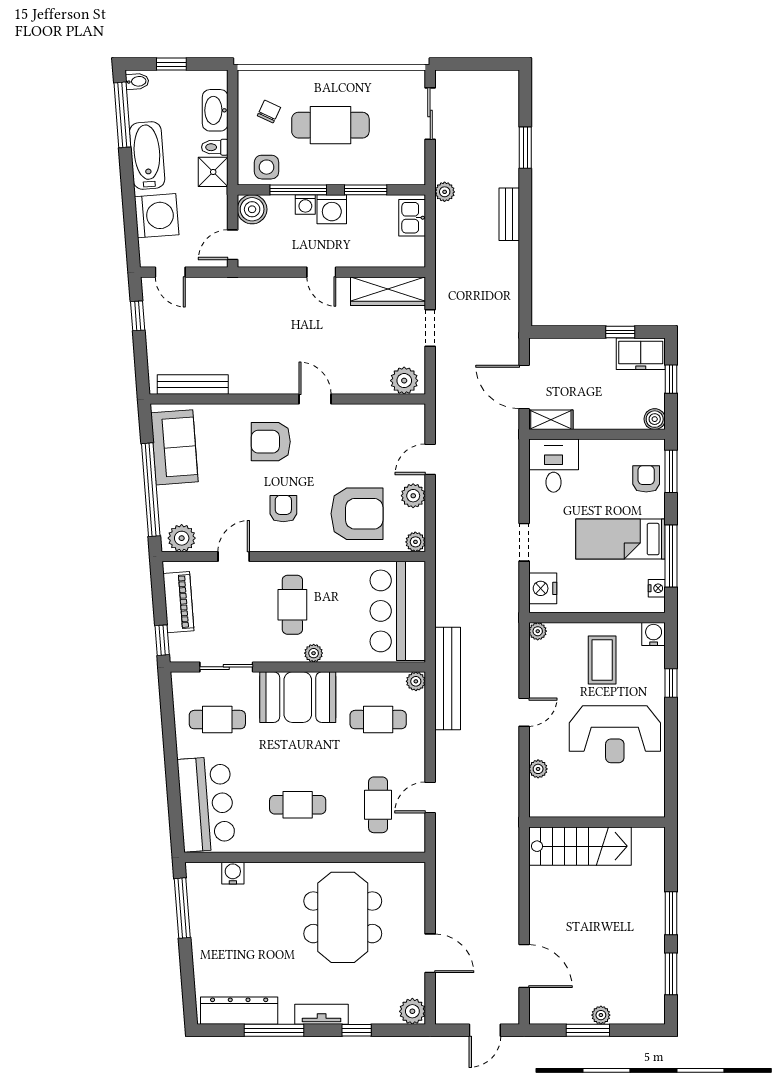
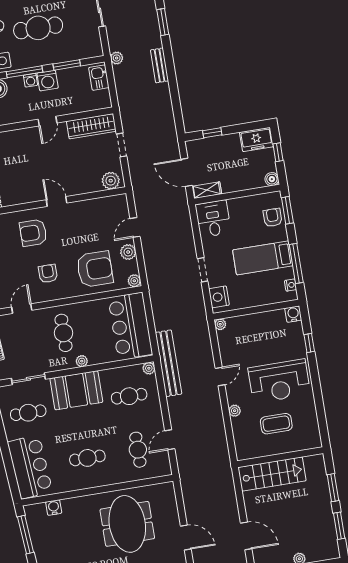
door: (321, 272) -> (47, 121), hinge flipped
window: (620, 332) -> (212, 133), moved
coffee table: (602, 660) -> (276, 424), moved, turned 90
wall: (597, 822) -> (280, 457), moved
stairs: (580, 846) -> (272, 474), moved

